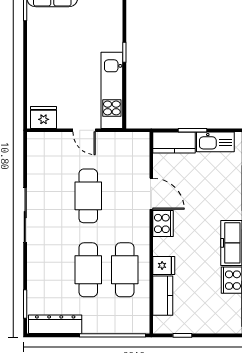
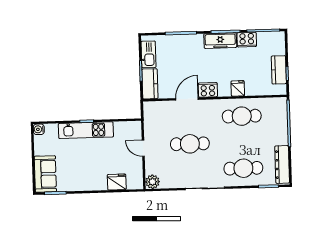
kitchen unit: (112, 90) -> (86, 130), moved
fridge: (44, 118) -> (117, 182), moved, turned 90
door: (84, 130) -> (143, 148), swing flipped
plant: (37, 142) -> (153, 182), added
cafe table: (88, 270) -> (243, 168), moved
kitchen counter: (163, 296) -> (279, 70), moved, turned -90

